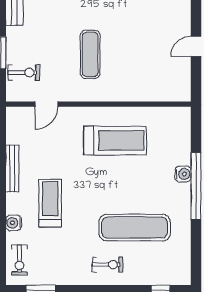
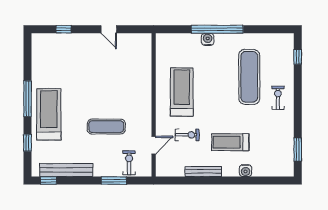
exercise mat: (90, 54) -> (106, 127), moved
door: (46, 104) -> (154, 145), hinge flipped
exercise bike: (19, 260) -> (187, 135), moved

